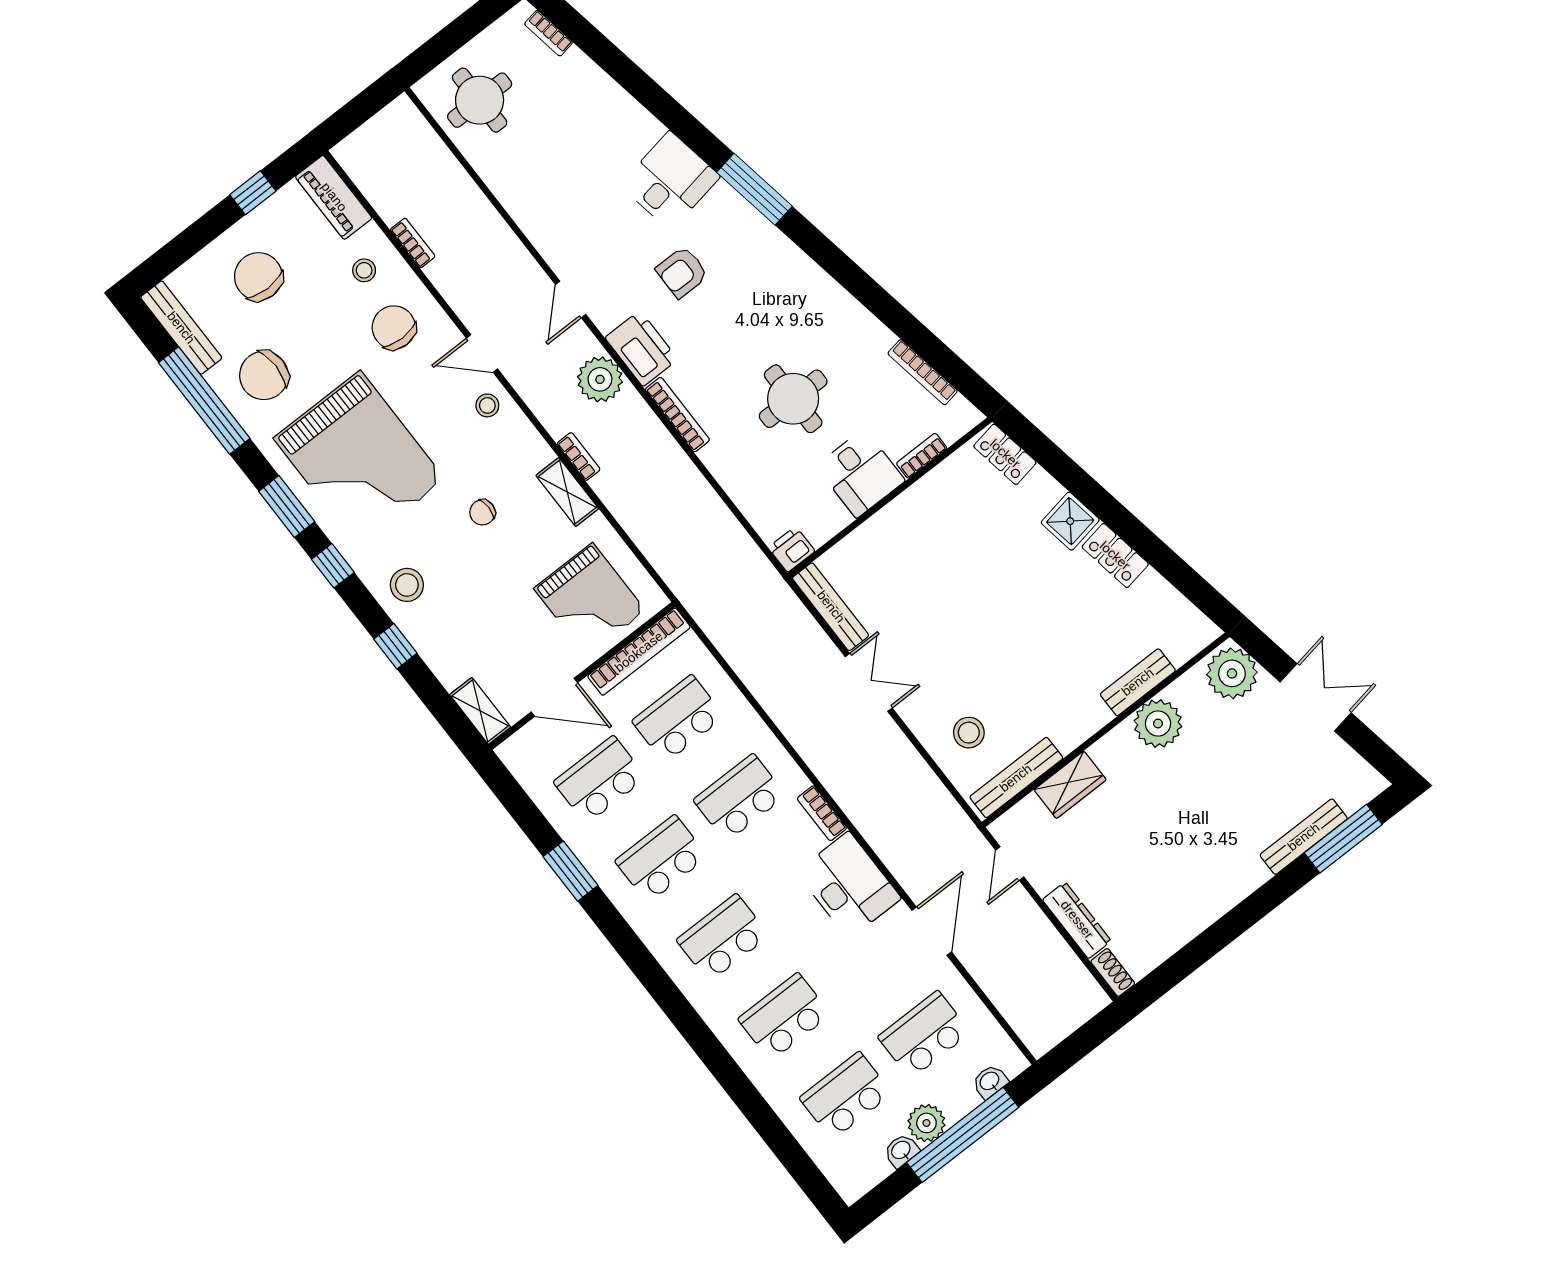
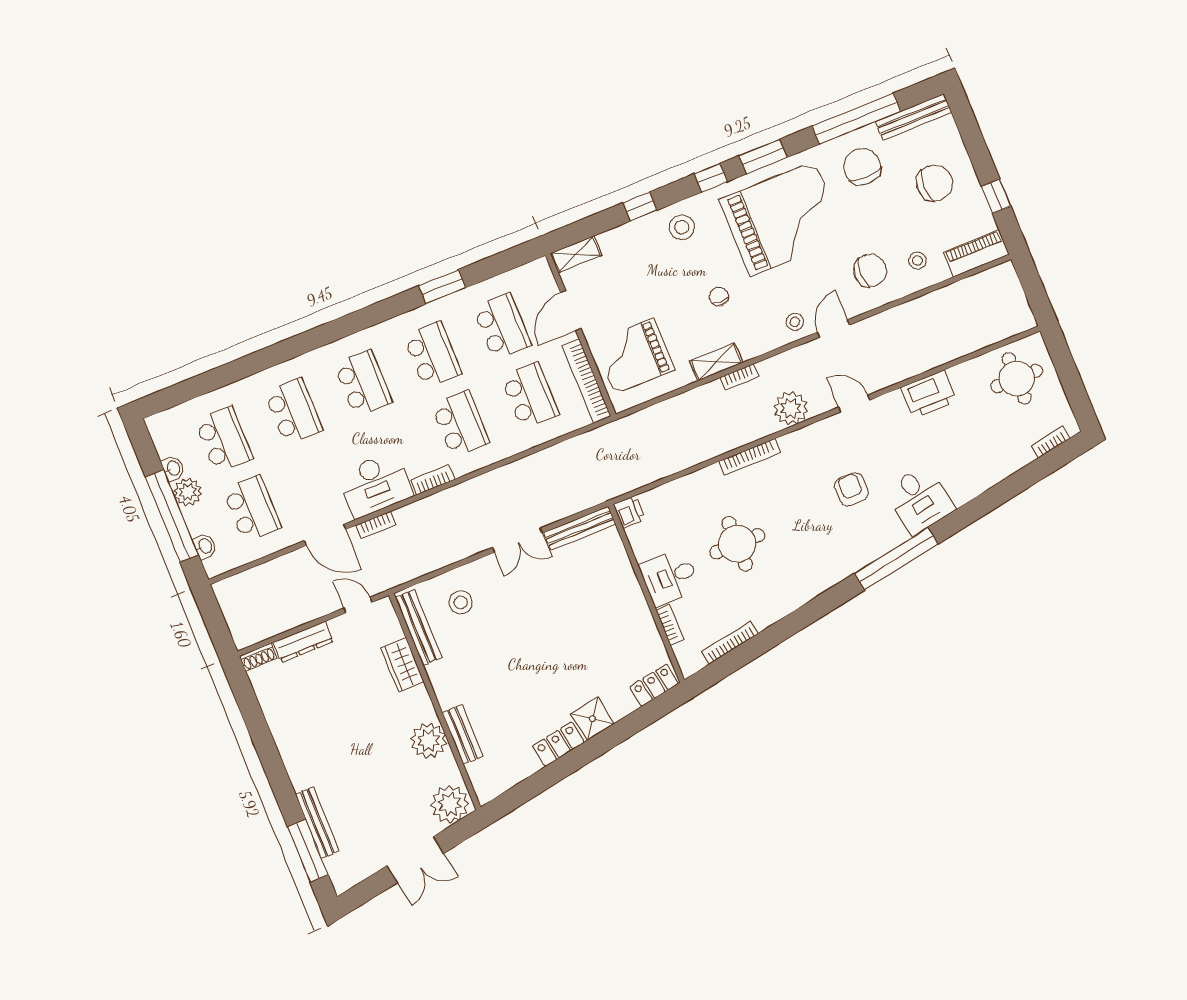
window: (754, 189) -> (896, 559), width x1.46
bookcase: (413, 243) -> (376, 525), moved
printer: (641, 348) -> (929, 394), moved
grand piano: (359, 459) -> (783, 219), turned 180

